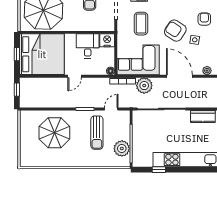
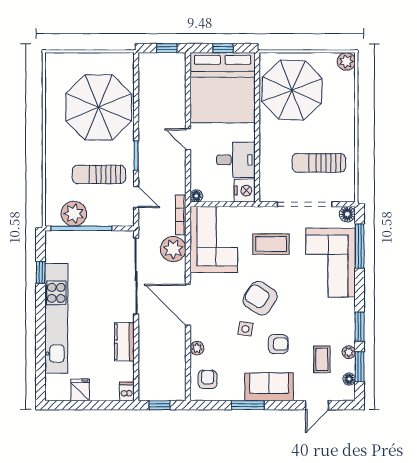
armchair: (175, 31) -> (260, 298), turned -90
door: (179, 76) -> (188, 305), swing flipped
parasol: (54, 133) -> (99, 107), width x1.36, depth x1.36

